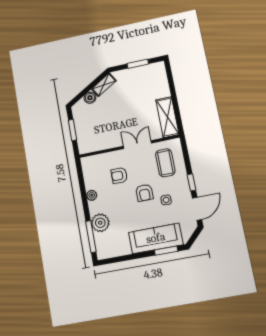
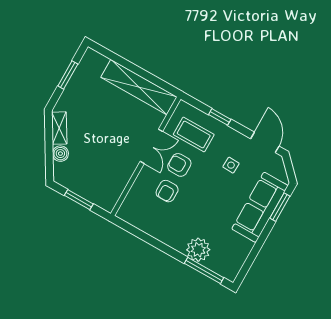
shelving: (167, 117) -> (139, 87), width x1.47
double door: (137, 145) -> (151, 146), swing flipped
window: (192, 182) -> (220, 117), moved
armchair: (144, 193) -> (179, 165), moved, turned 180
plant: (92, 195) -> (163, 236), removed

